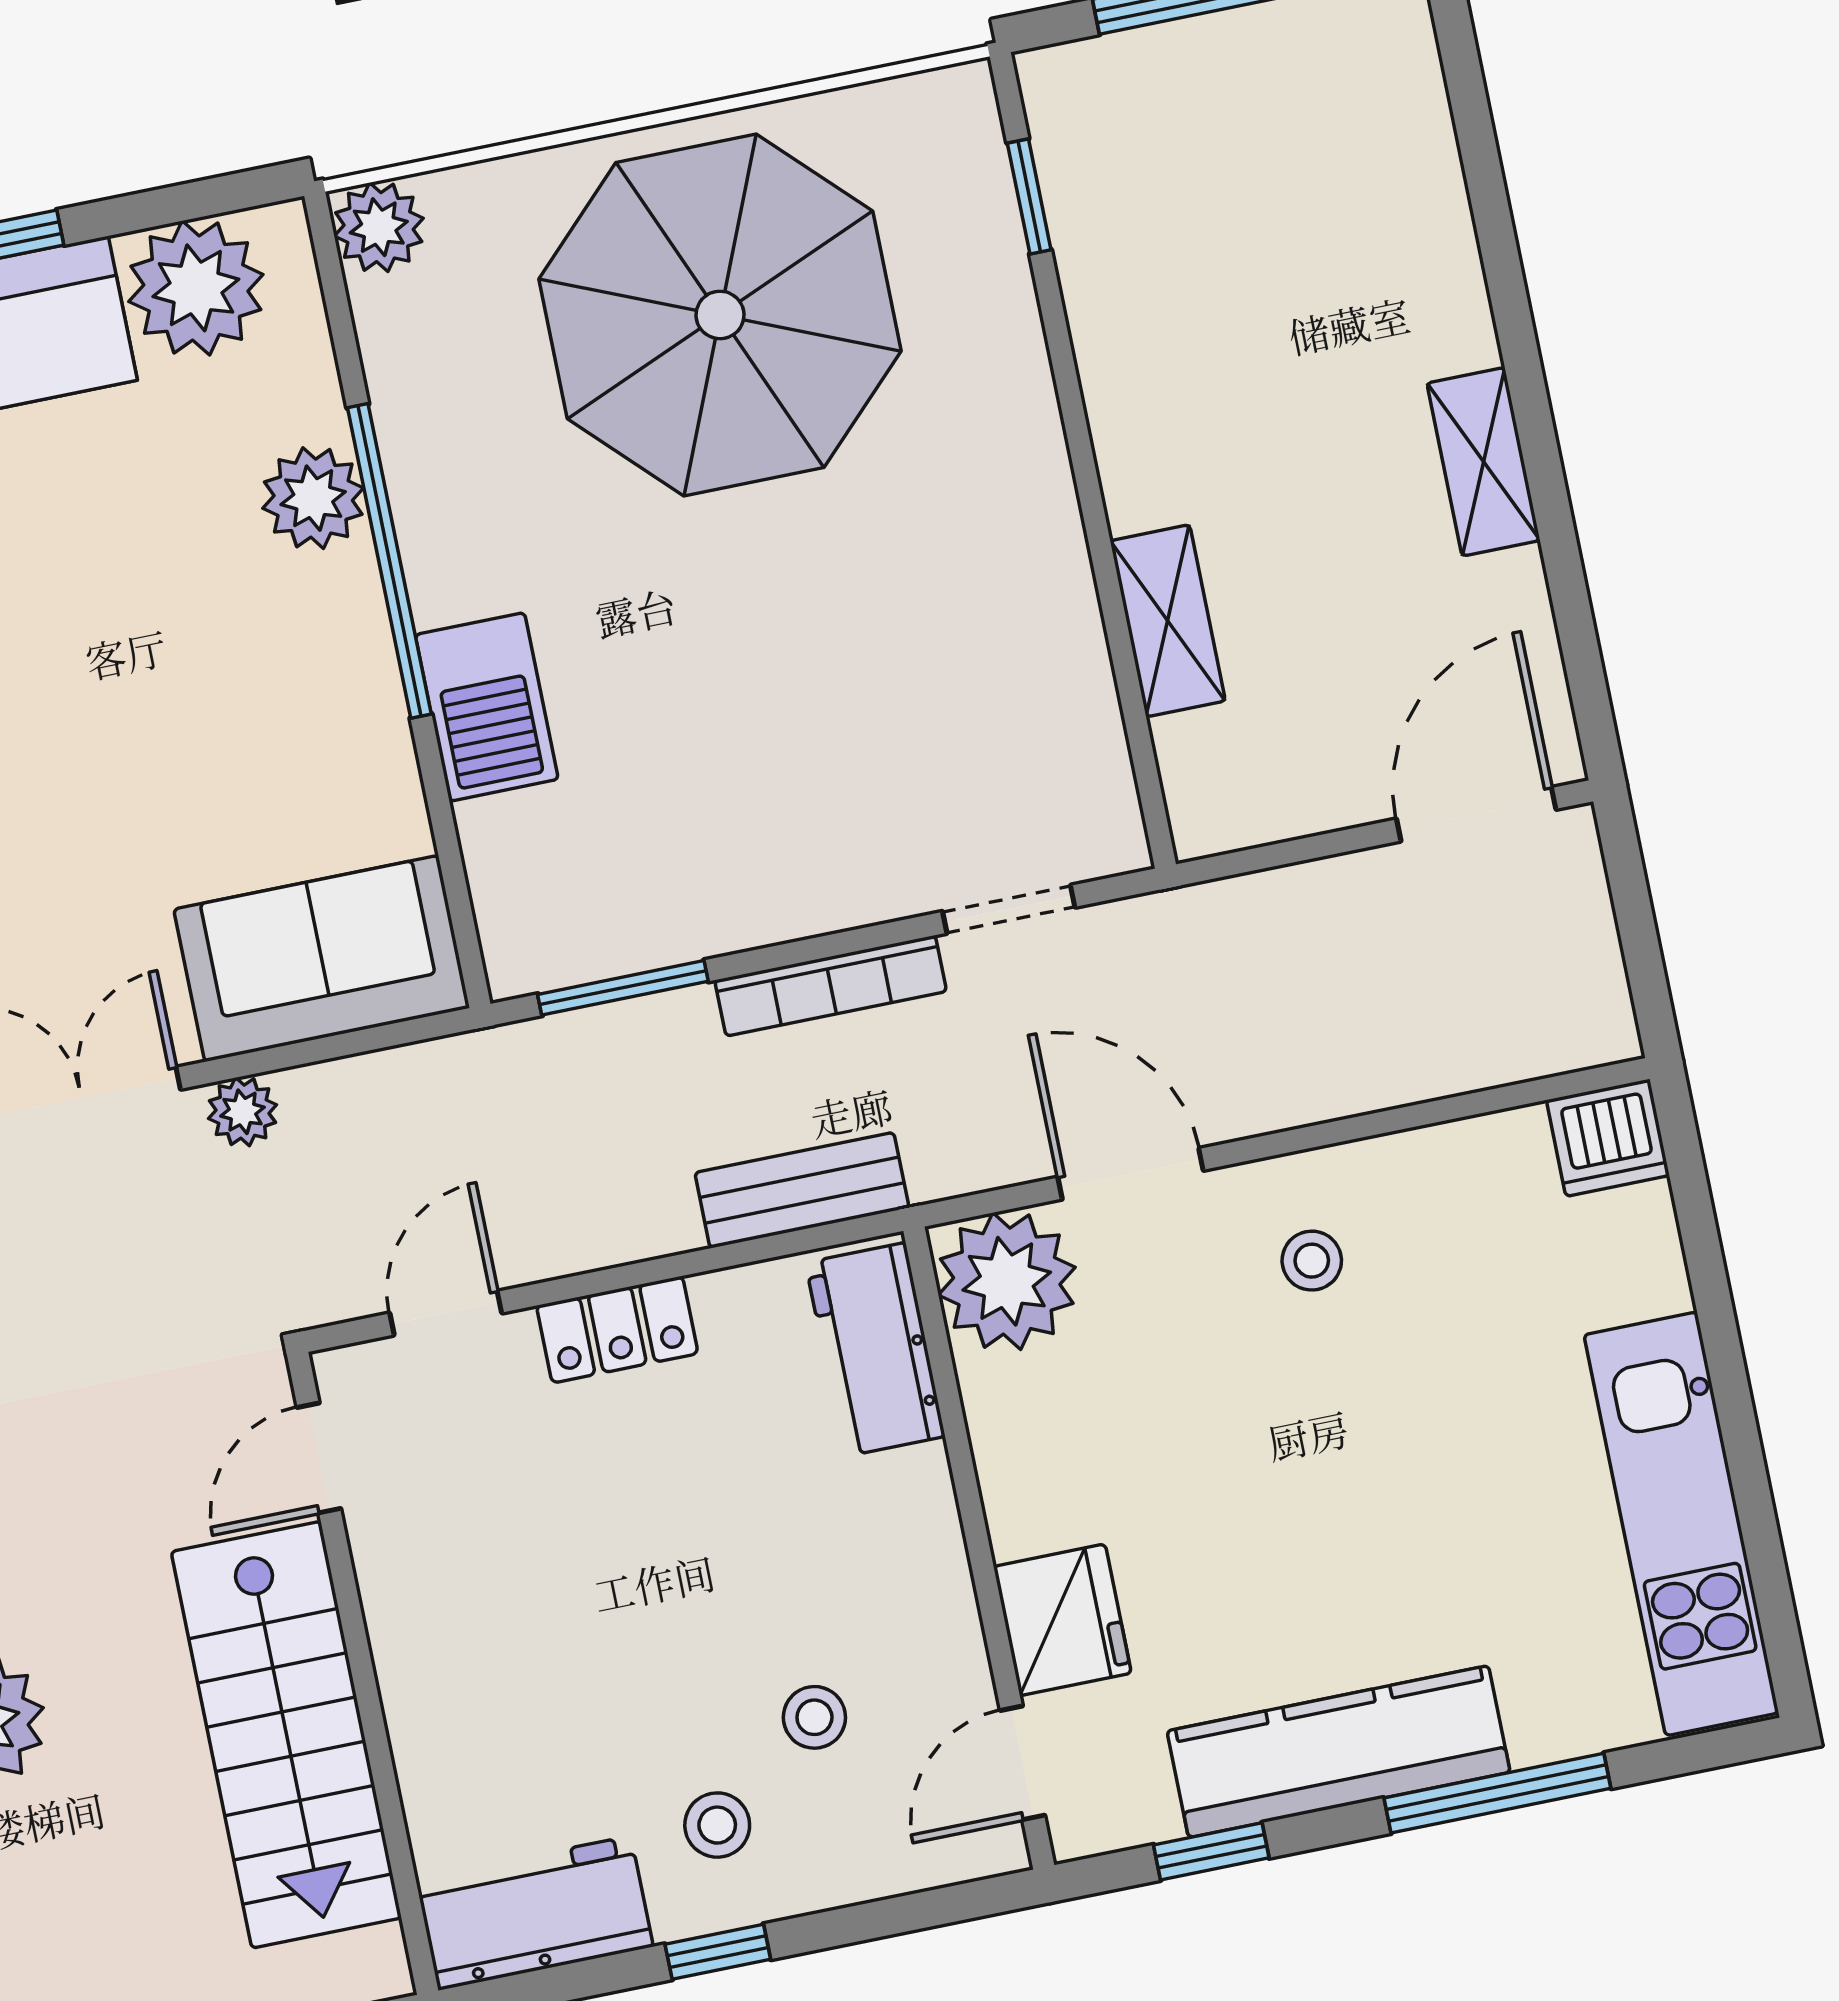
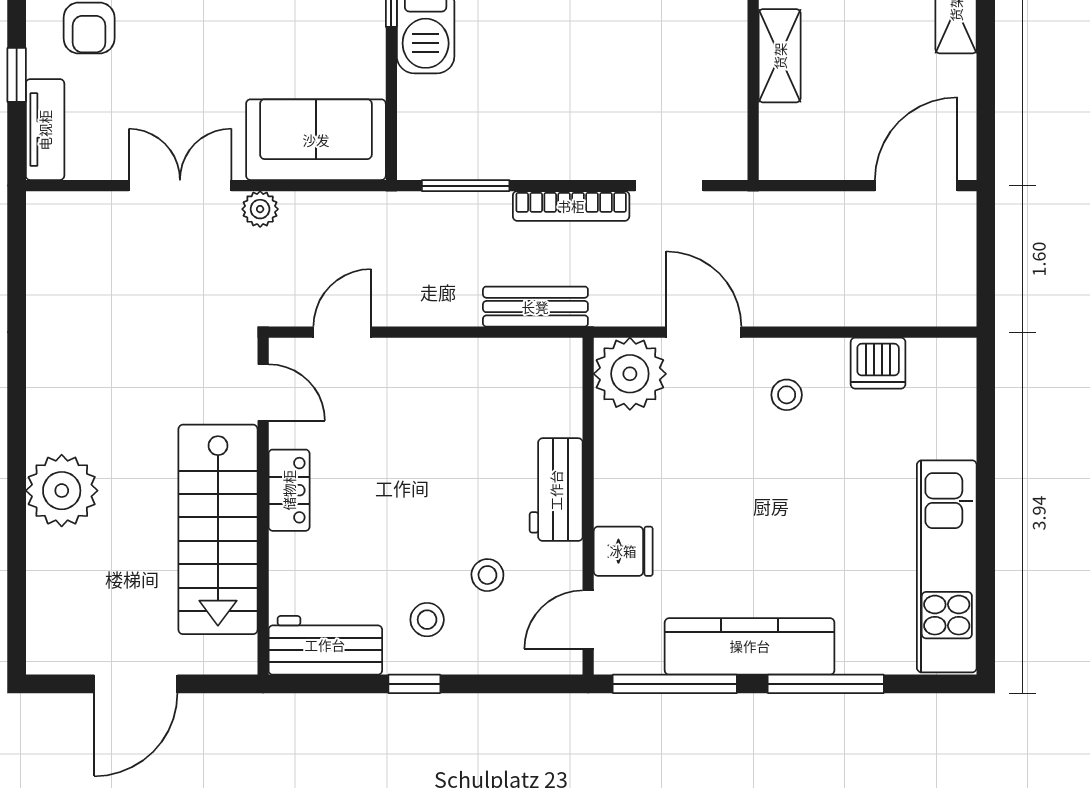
dishwasher: (1608, 1138) -> (878, 363), moved
locker: (617, 1330) -> (289, 490), moved, turned -90
workbench: (875, 1350) -> (556, 490), moved
door: (319, 1458) -> (263, 392), swing flipped
fridge: (1062, 1620) -> (623, 551), width x0.72
window: (1211, 1851) -> (675, 684), width x2.17

